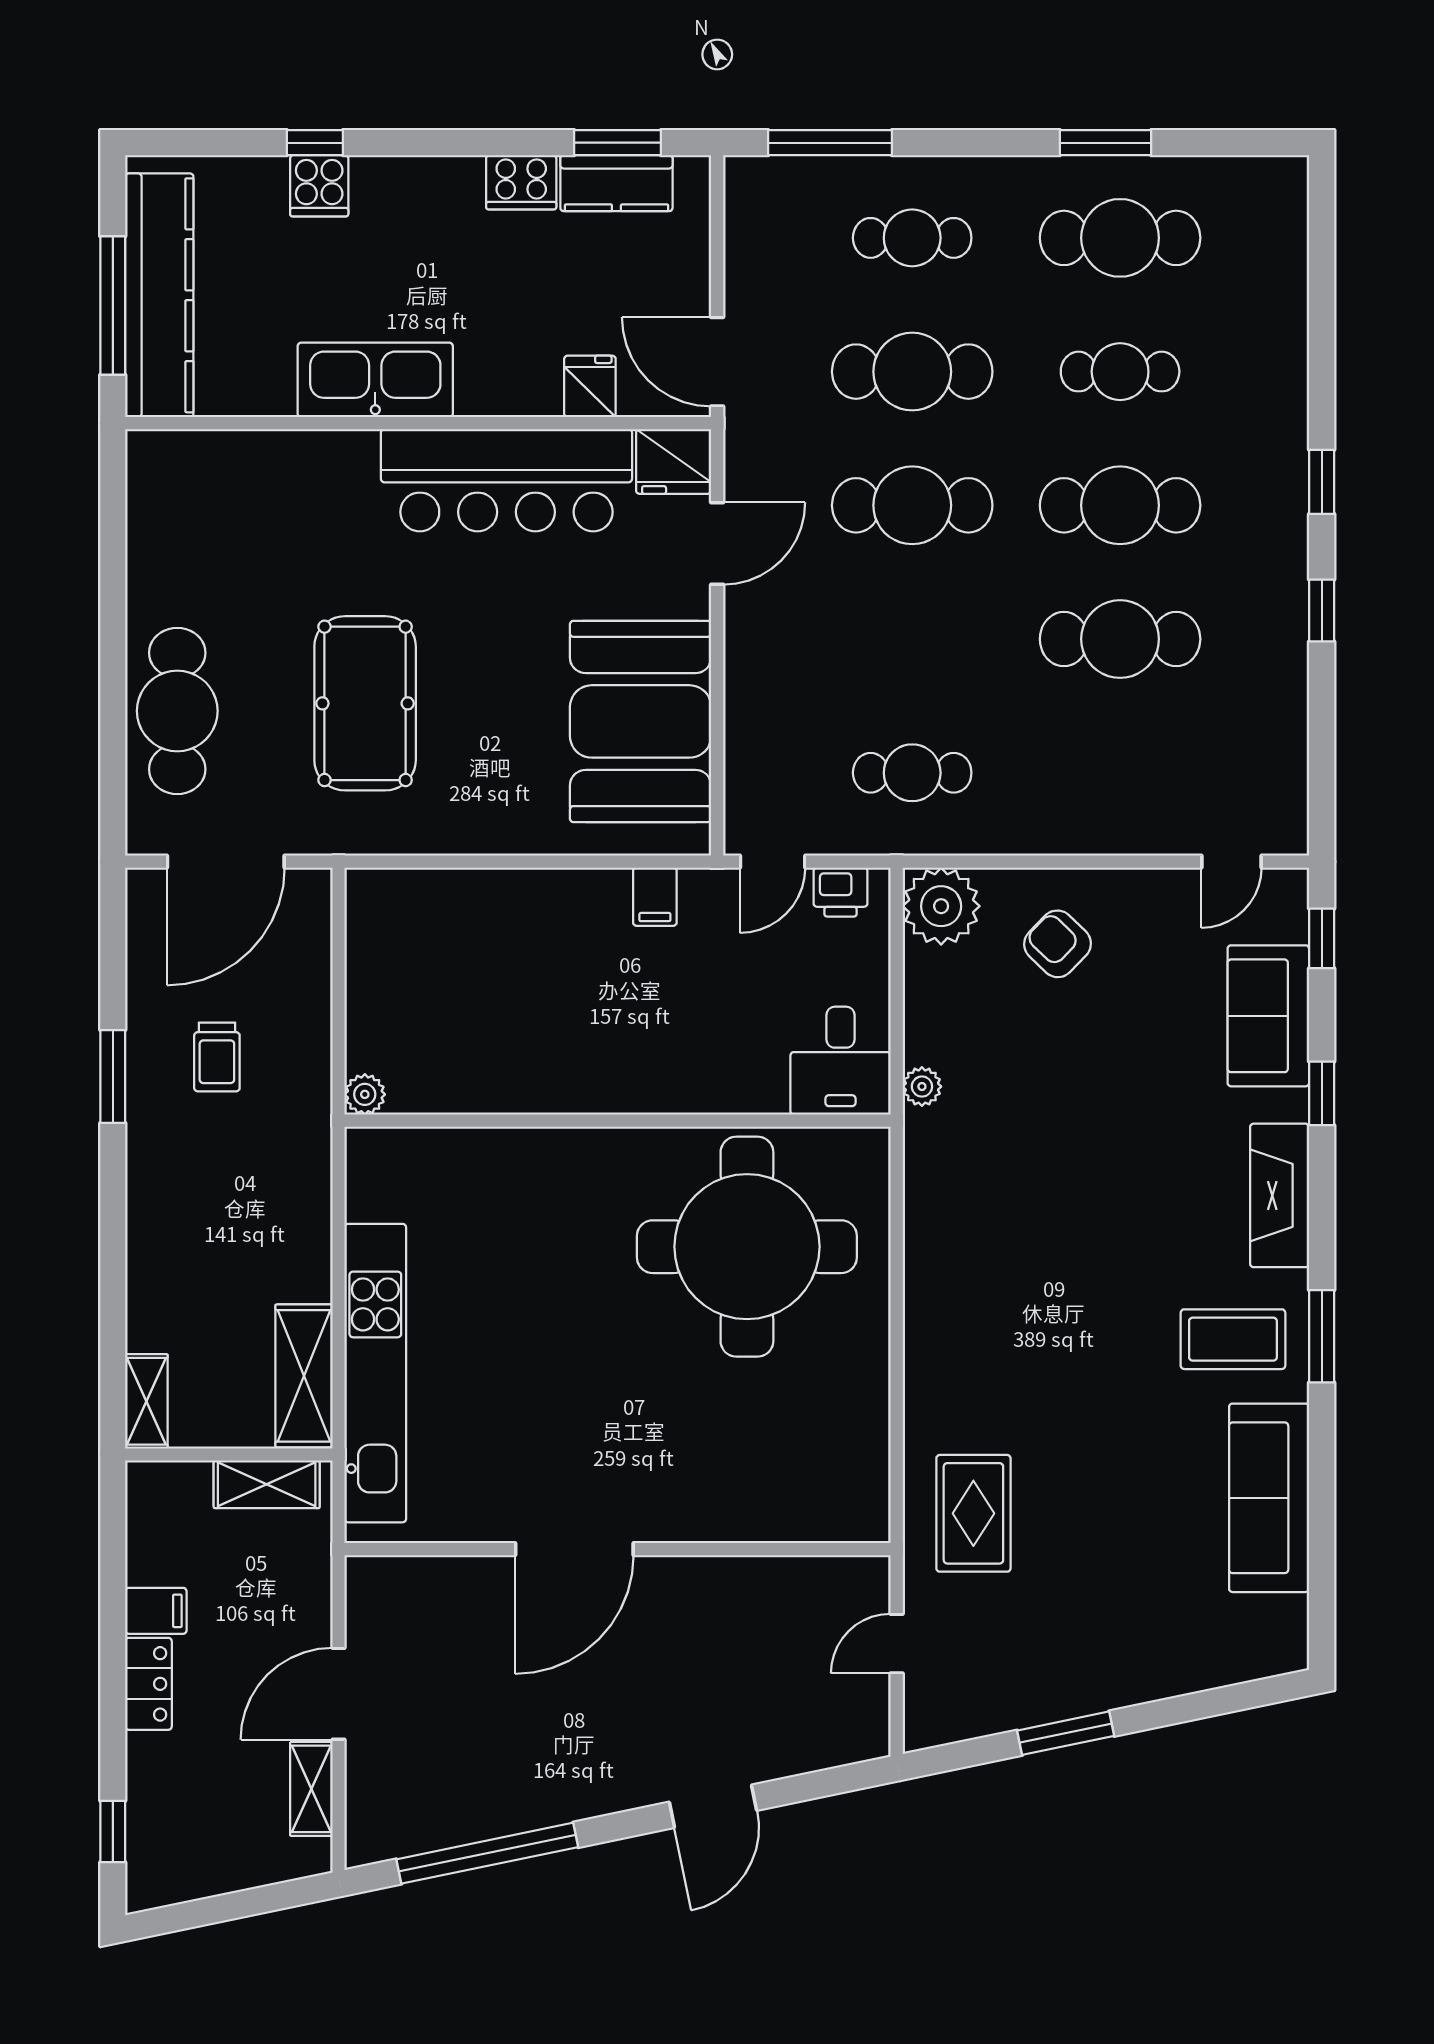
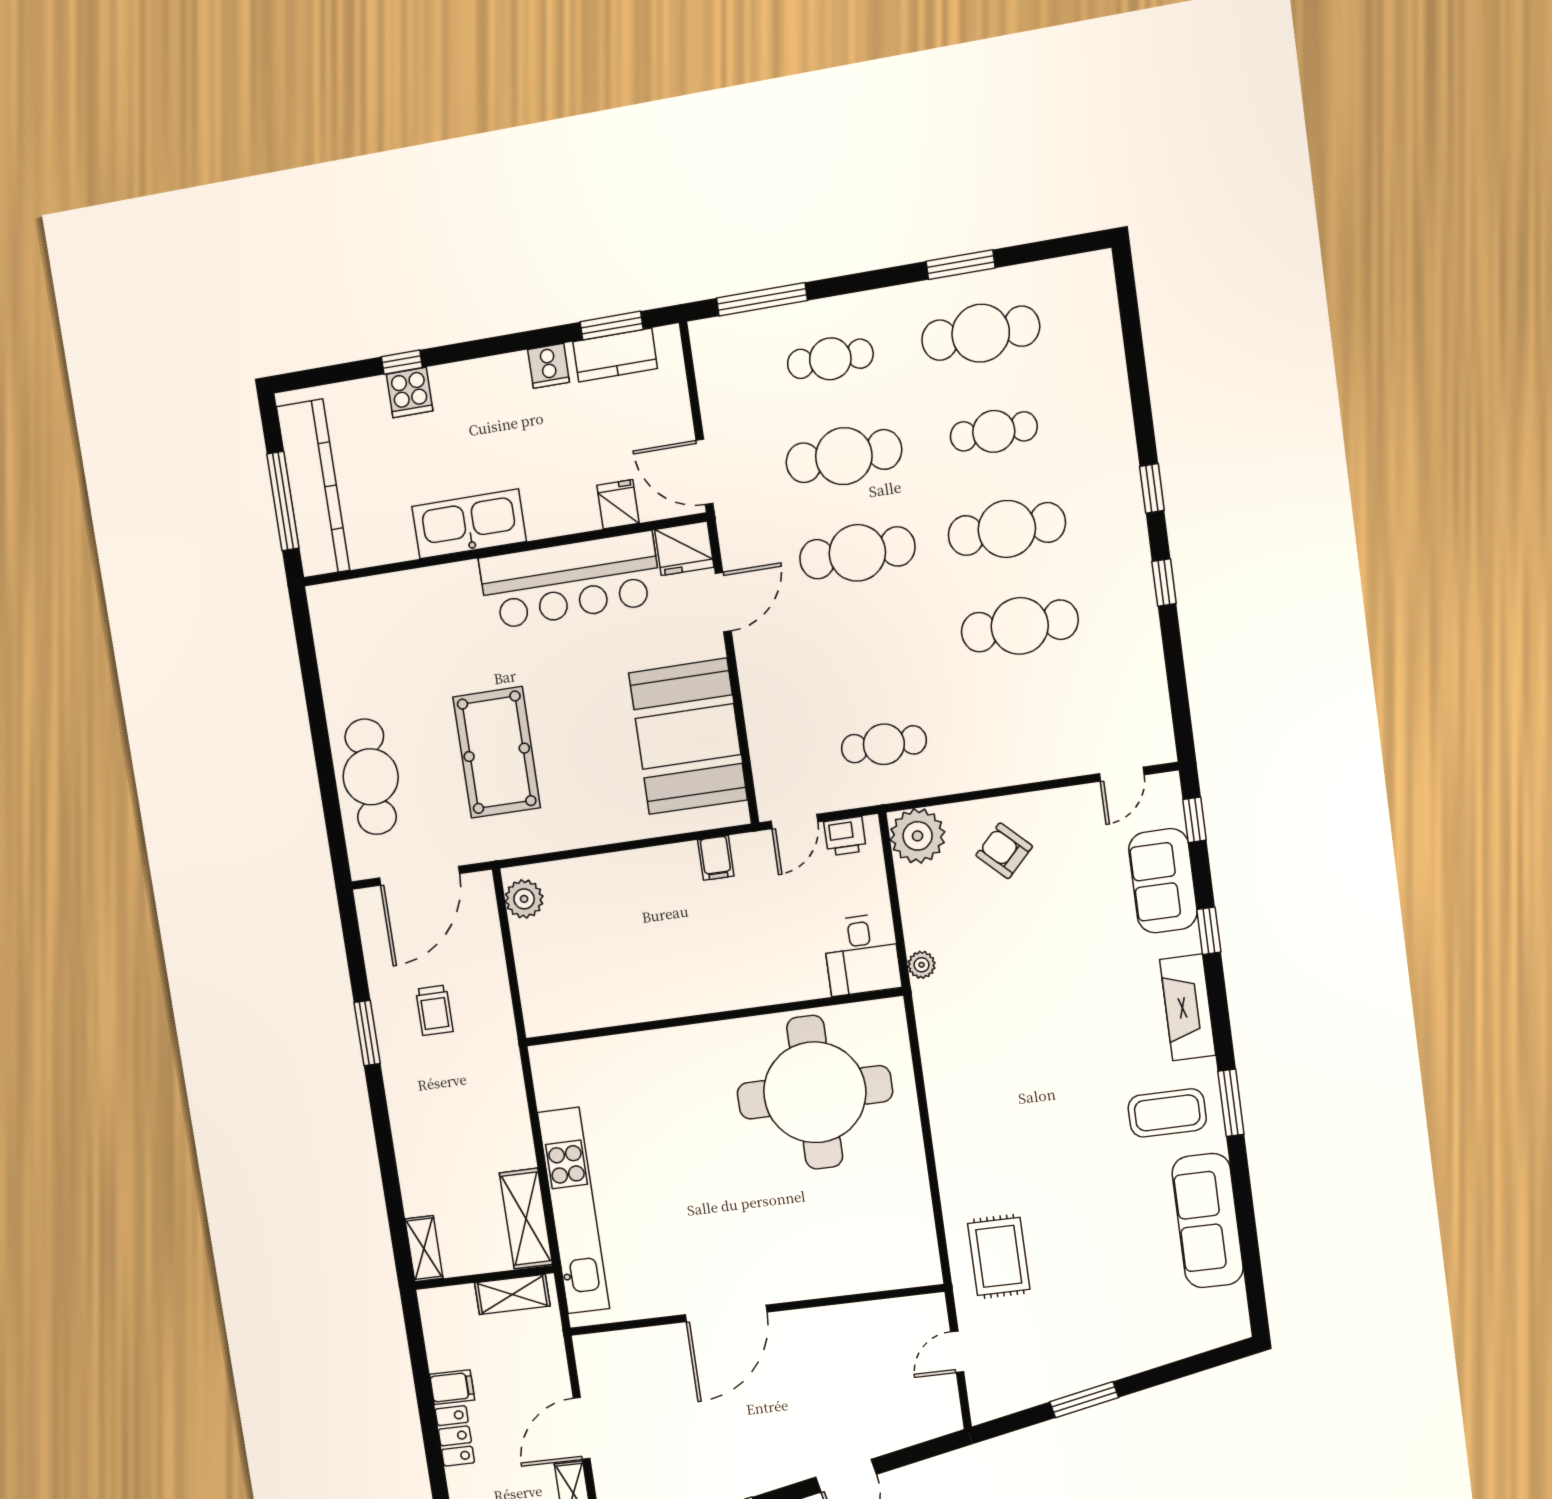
cooker: (521, 182) -> (548, 366), width x0.73
plant: (365, 1094) -> (524, 899), moved, width x1.38, depth x1.38

